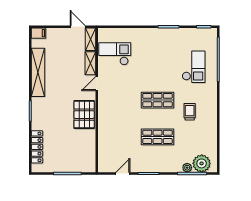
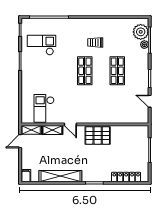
checkout: (194, 67) -> (42, 45), moved

